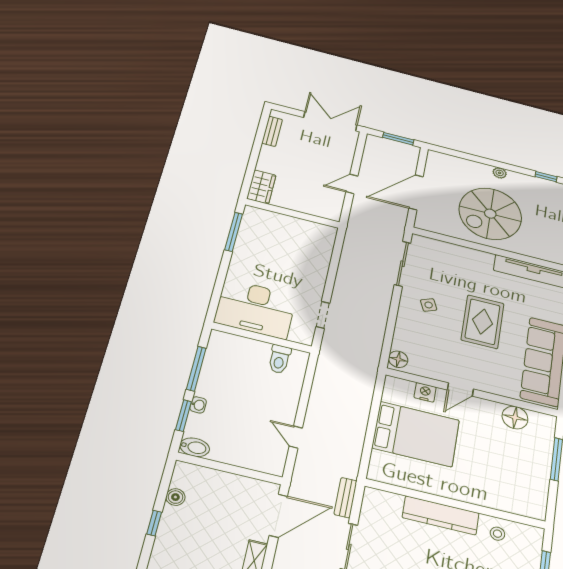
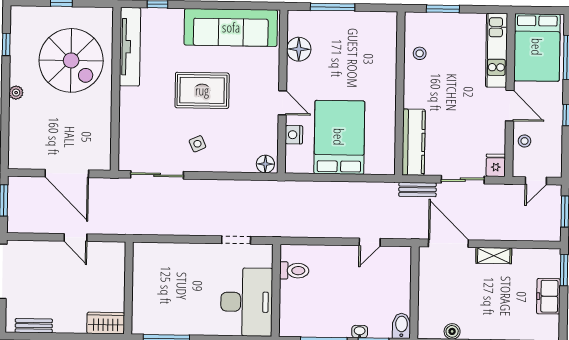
spiral stairs: (490, 214) -> (71, 60), moved
kitchen counter: (441, 515) -> (414, 142), moved

